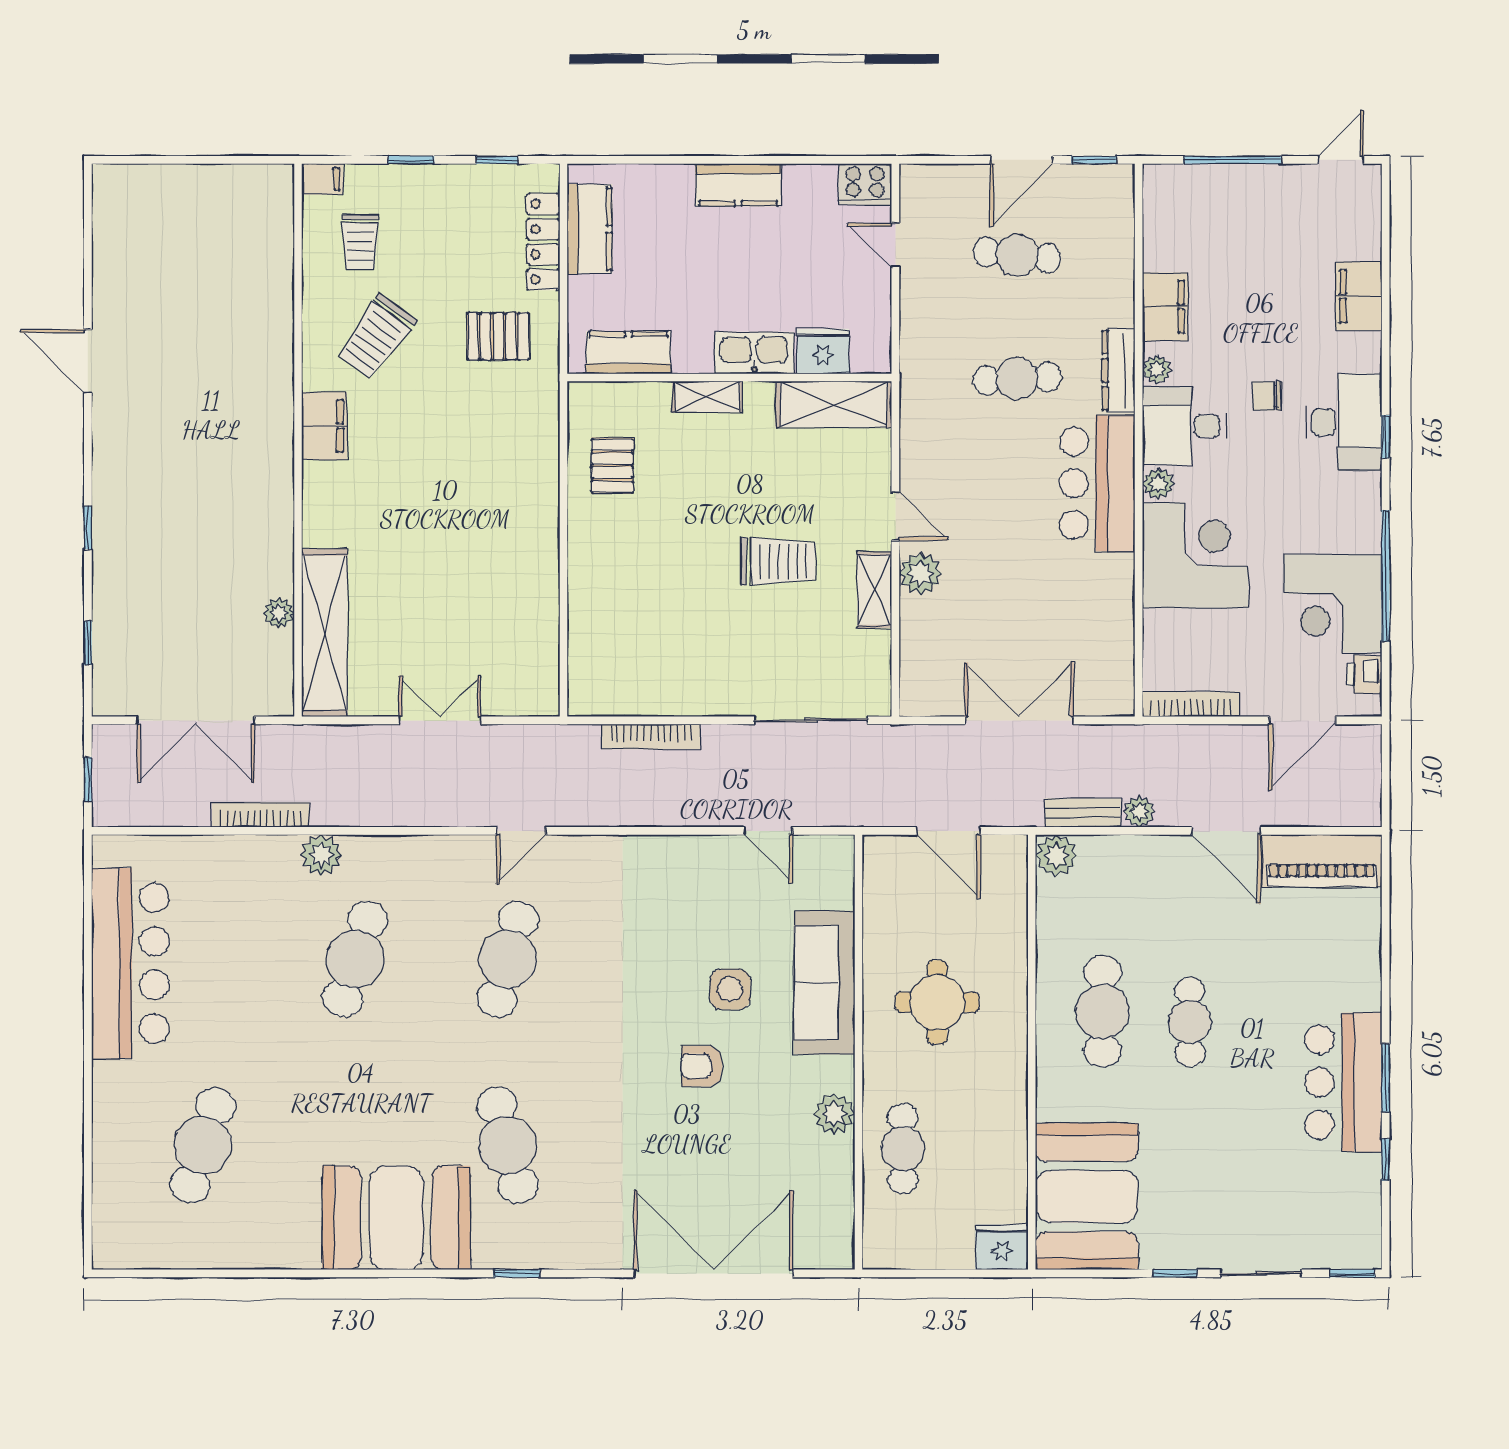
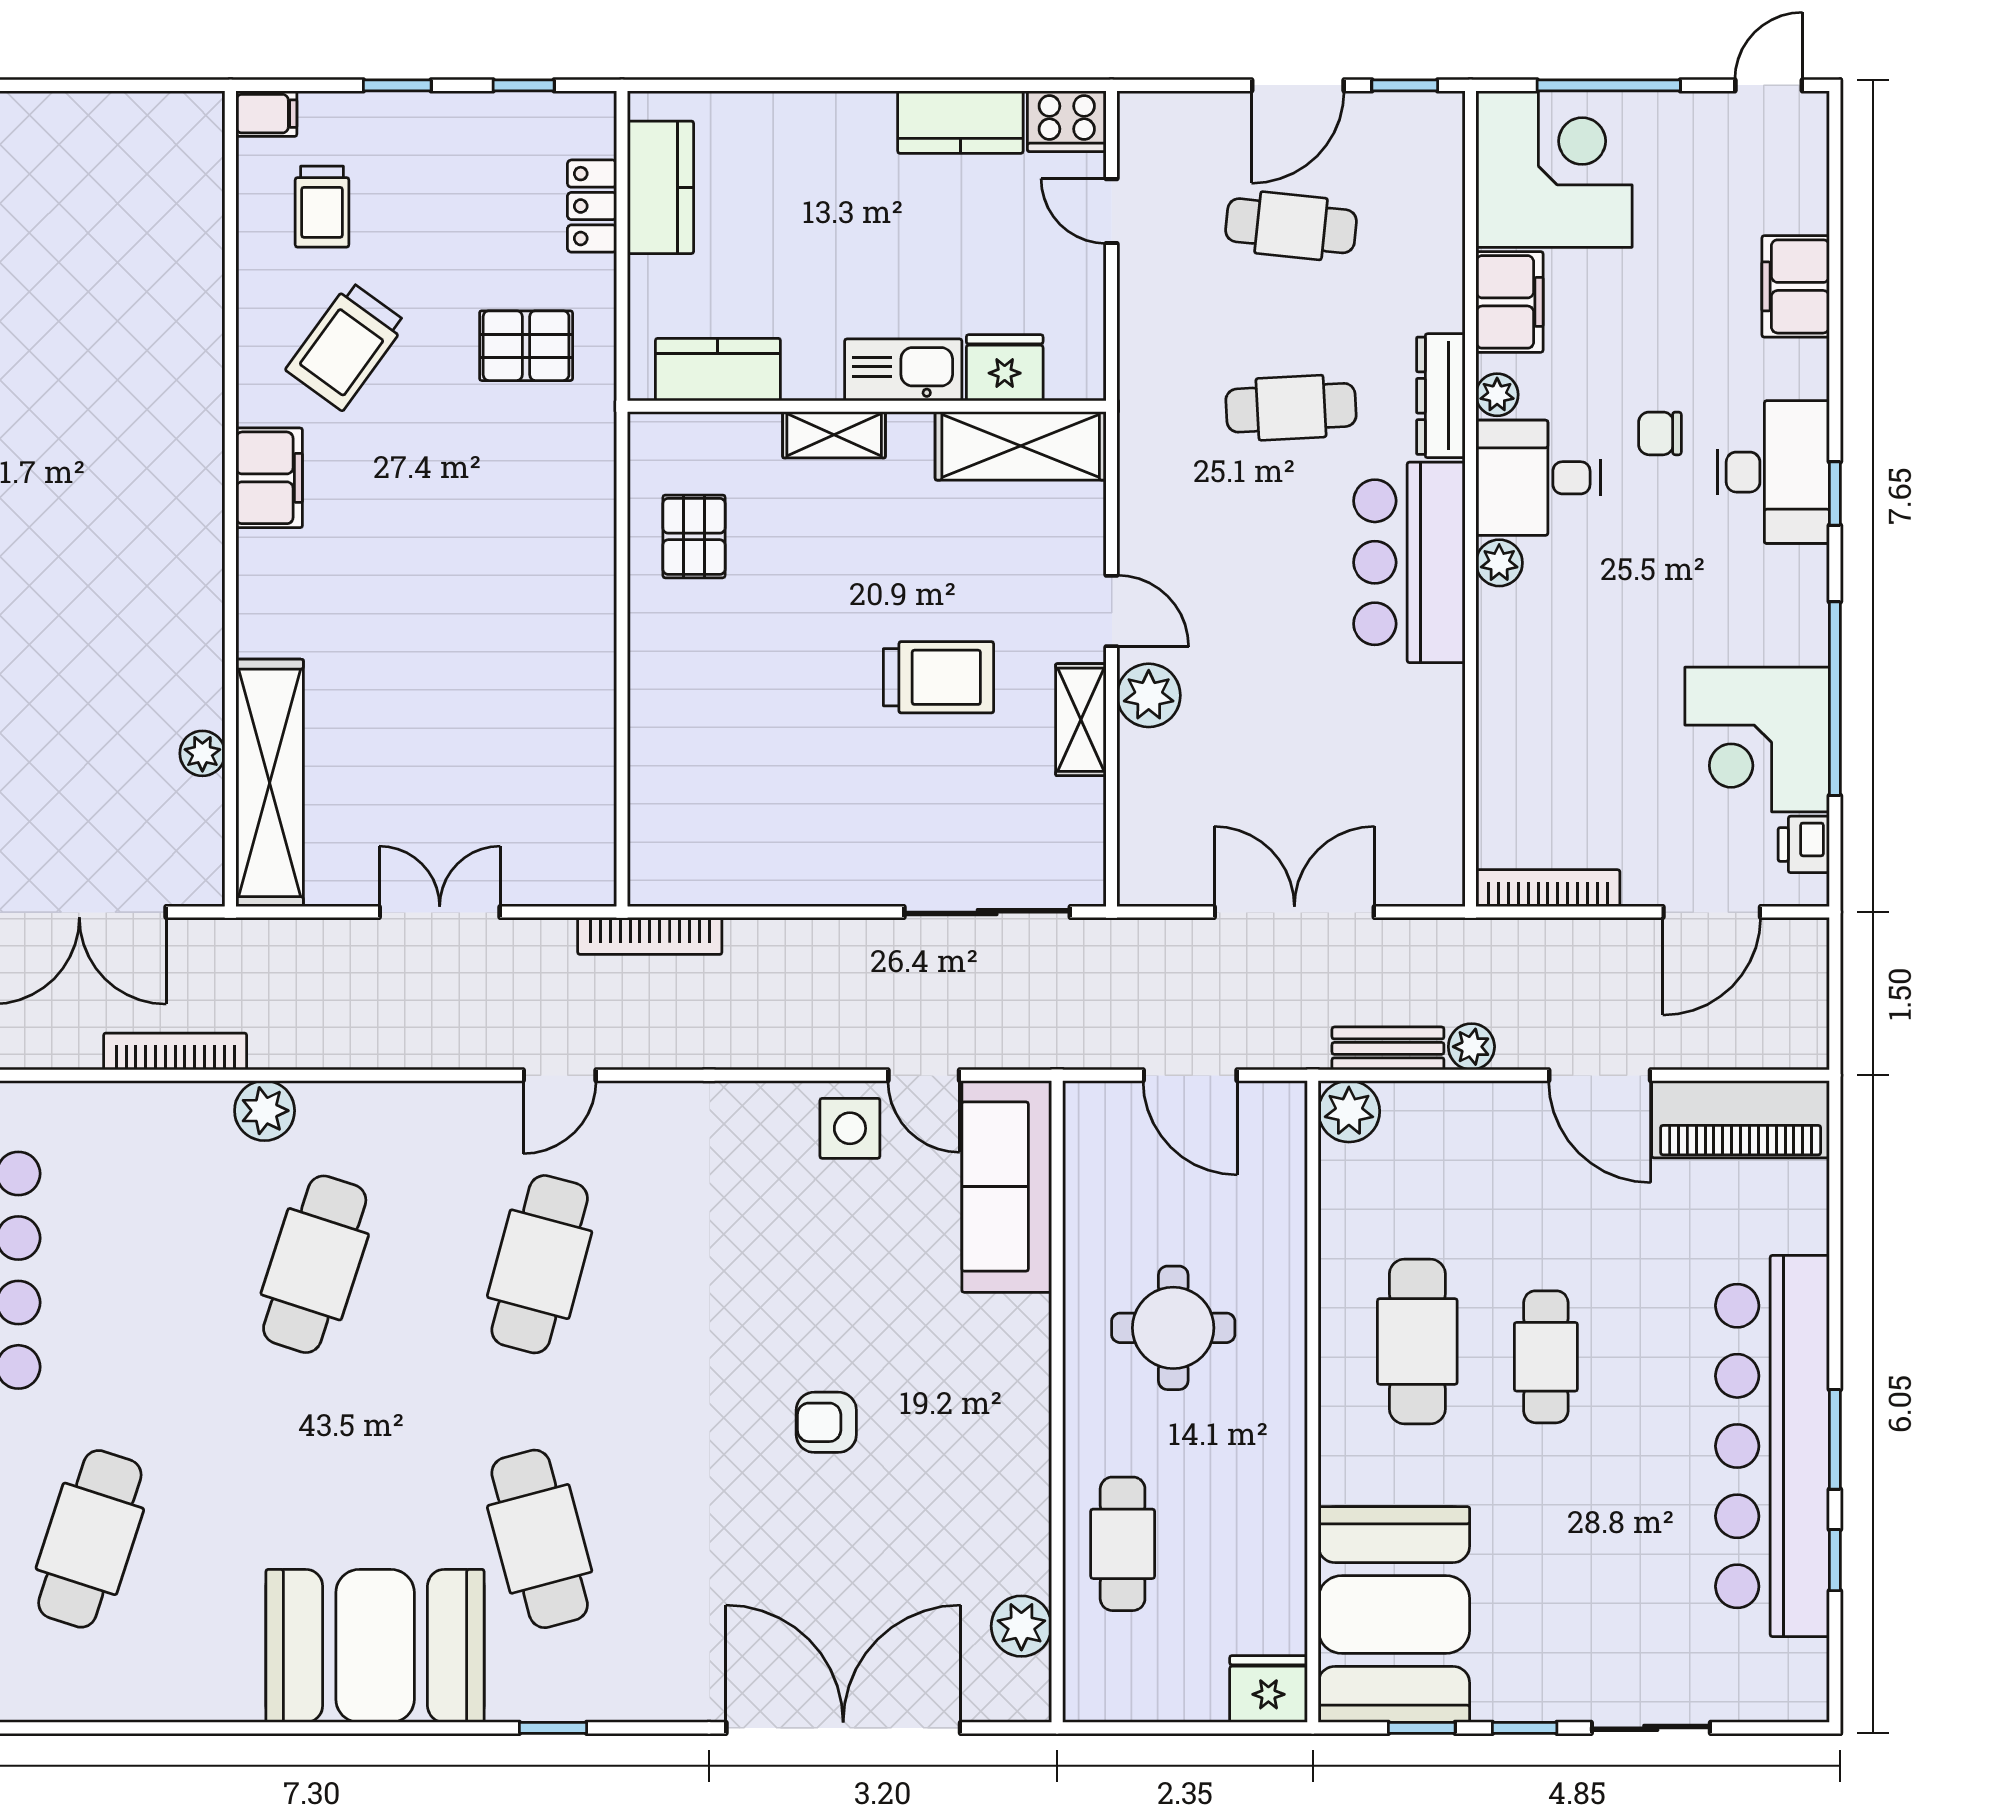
kitchen counter: (738, 185) -> (960, 122), moved
locker: (543, 242) -> (592, 206), width x0.66
corner desk: (1195, 555) -> (1554, 169), moved
bookcase: (651, 737) -> (650, 936), moved
sofa: (824, 983) -> (1007, 1186), moved
side table: (730, 989) -> (850, 1128), moved
bar counter: (1343, 1082) -> (1772, 1446), width x1.86
plant: (834, 1114) -> (1021, 1626), moved
window: (1352, 1273) -> (1422, 1728), moved

